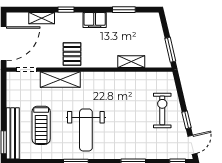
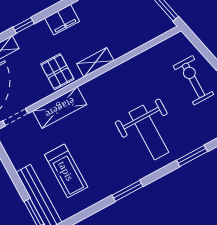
shelving: (131, 62) -> (95, 62), moved
weight bench: (86, 130) -> (149, 132), moved

